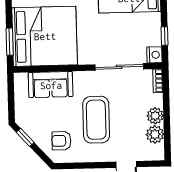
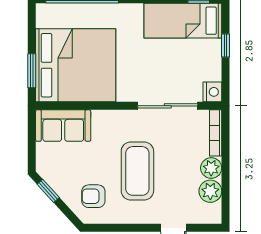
window: (165, 36) -> (225, 46), moved
bookcase: (158, 81) -> (216, 133), width x1.56
sofa: (51, 85) -> (63, 126), moved

